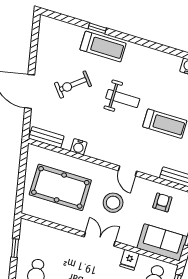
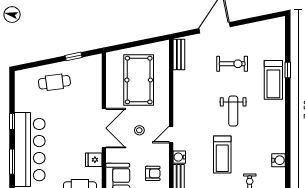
exercise bike: (73, 85) -> (232, 64), turned 129
water cooler: (79, 147) -> (179, 157), moved
stool: (113, 203) -> (139, 130), width x0.53, depth x0.53
double door: (100, 239) -> (104, 128), width x1.37

